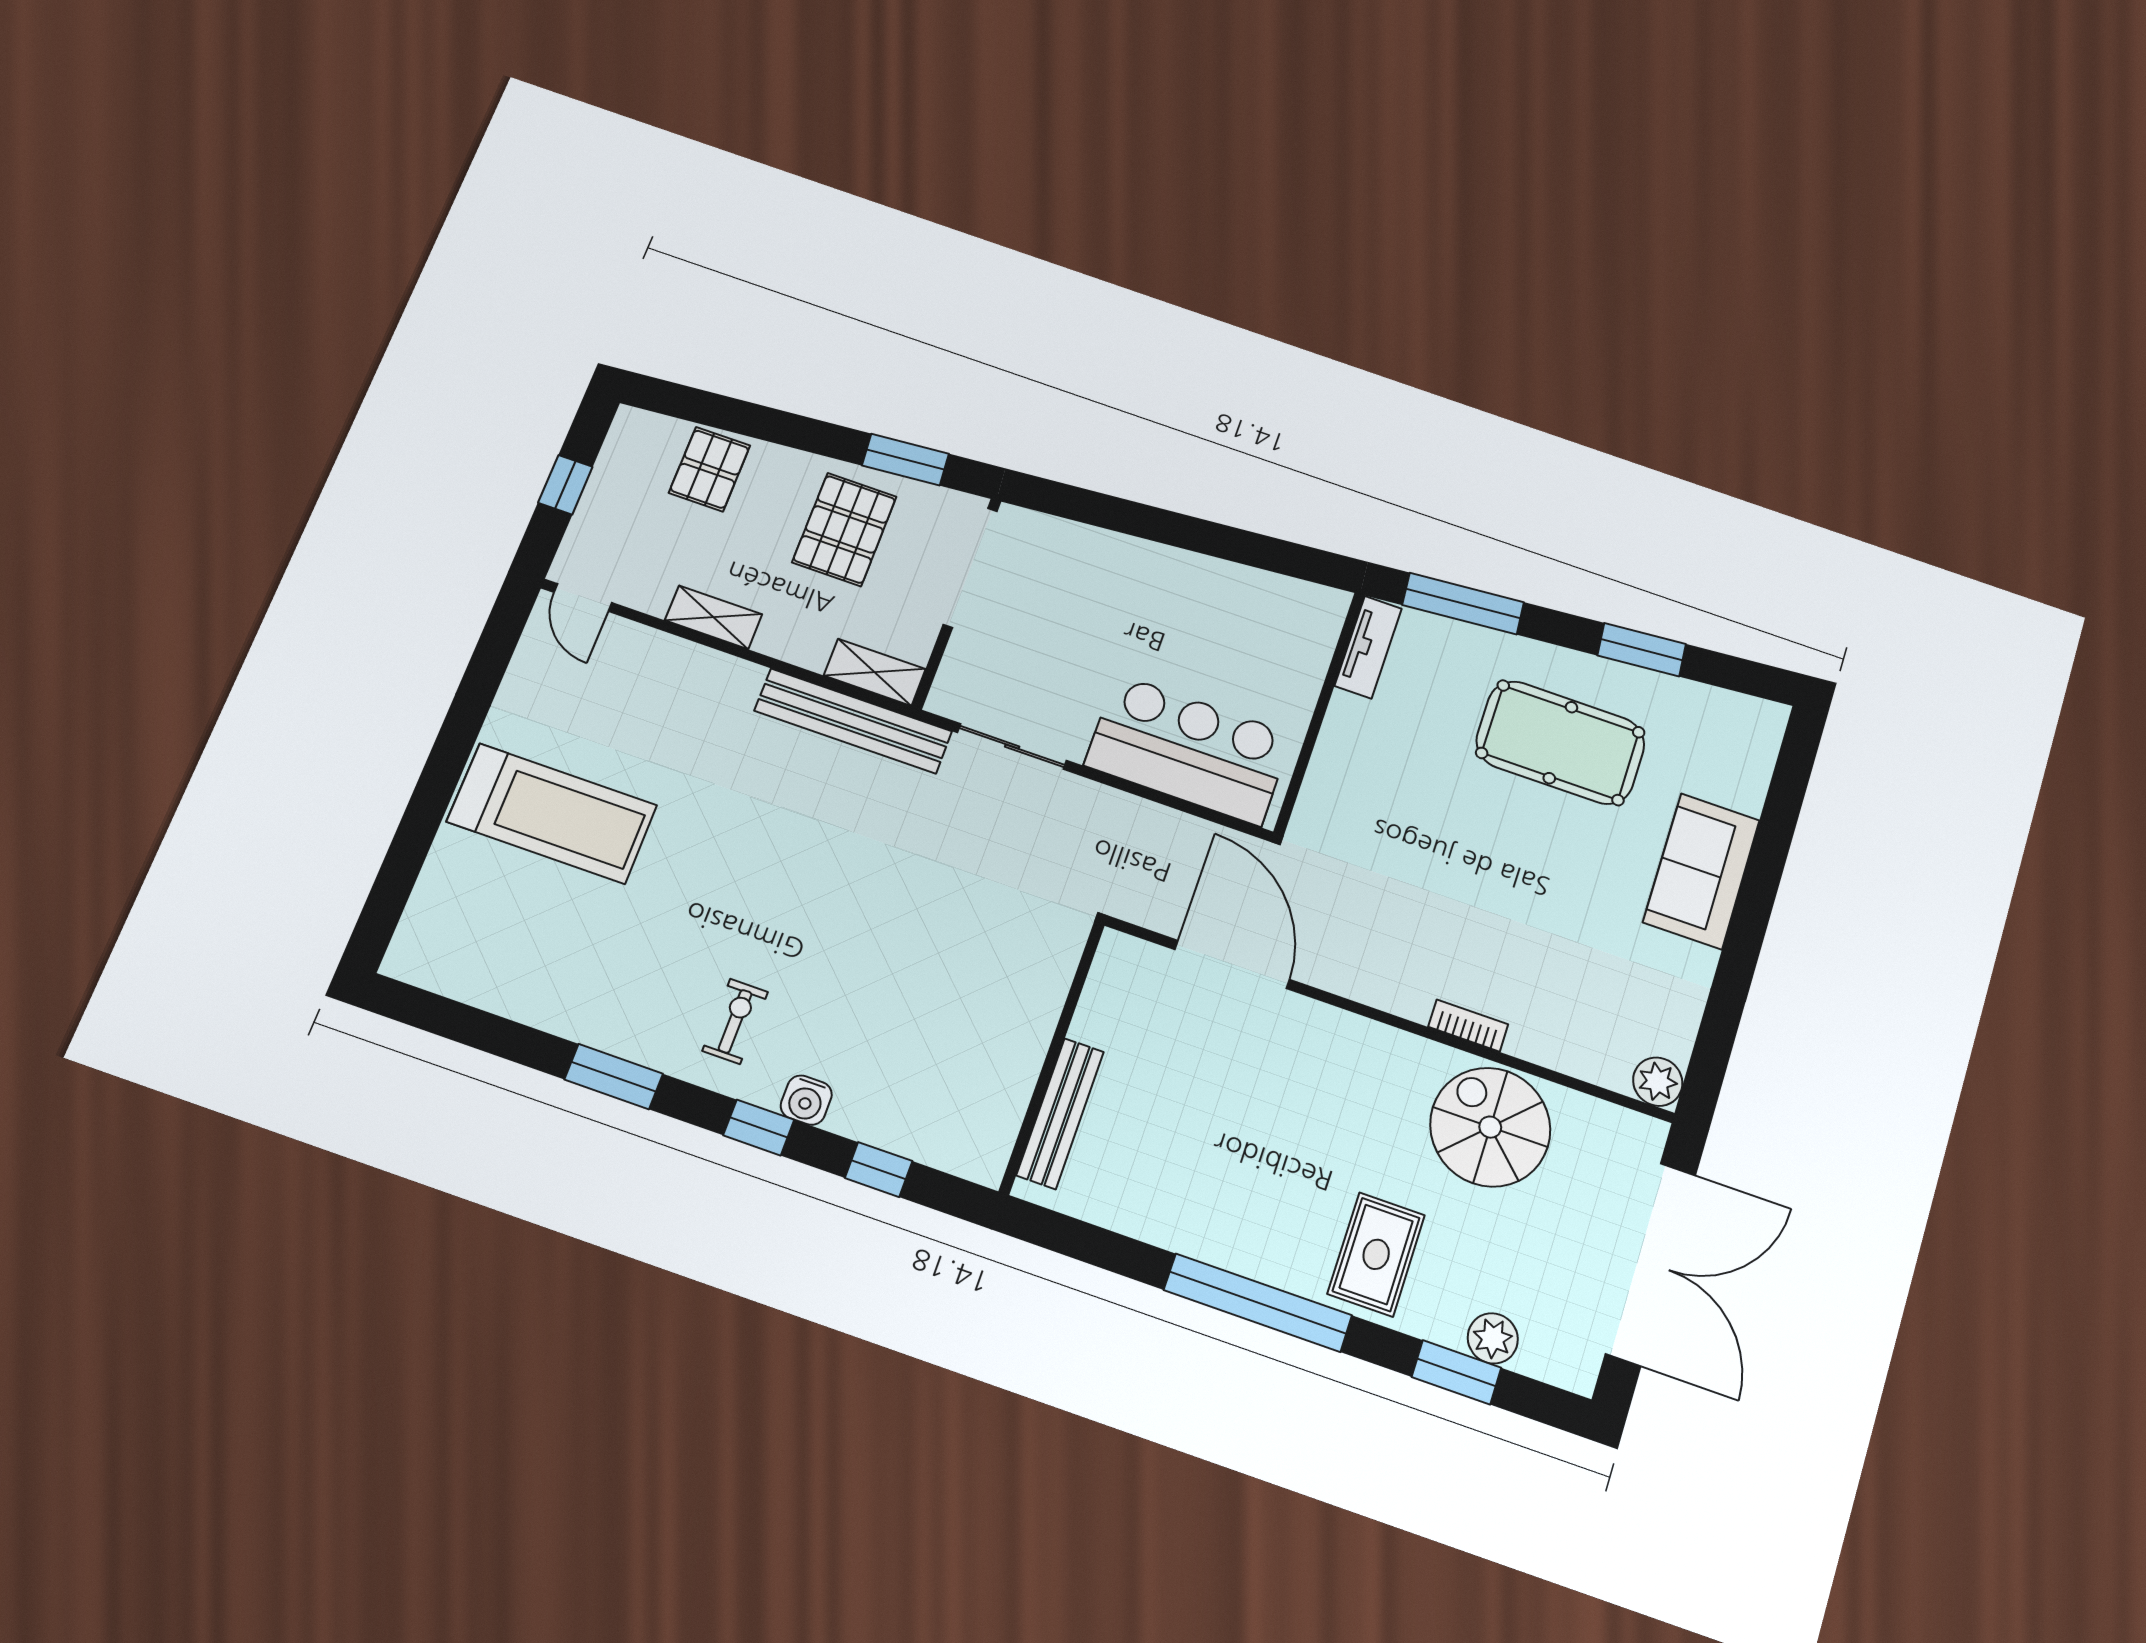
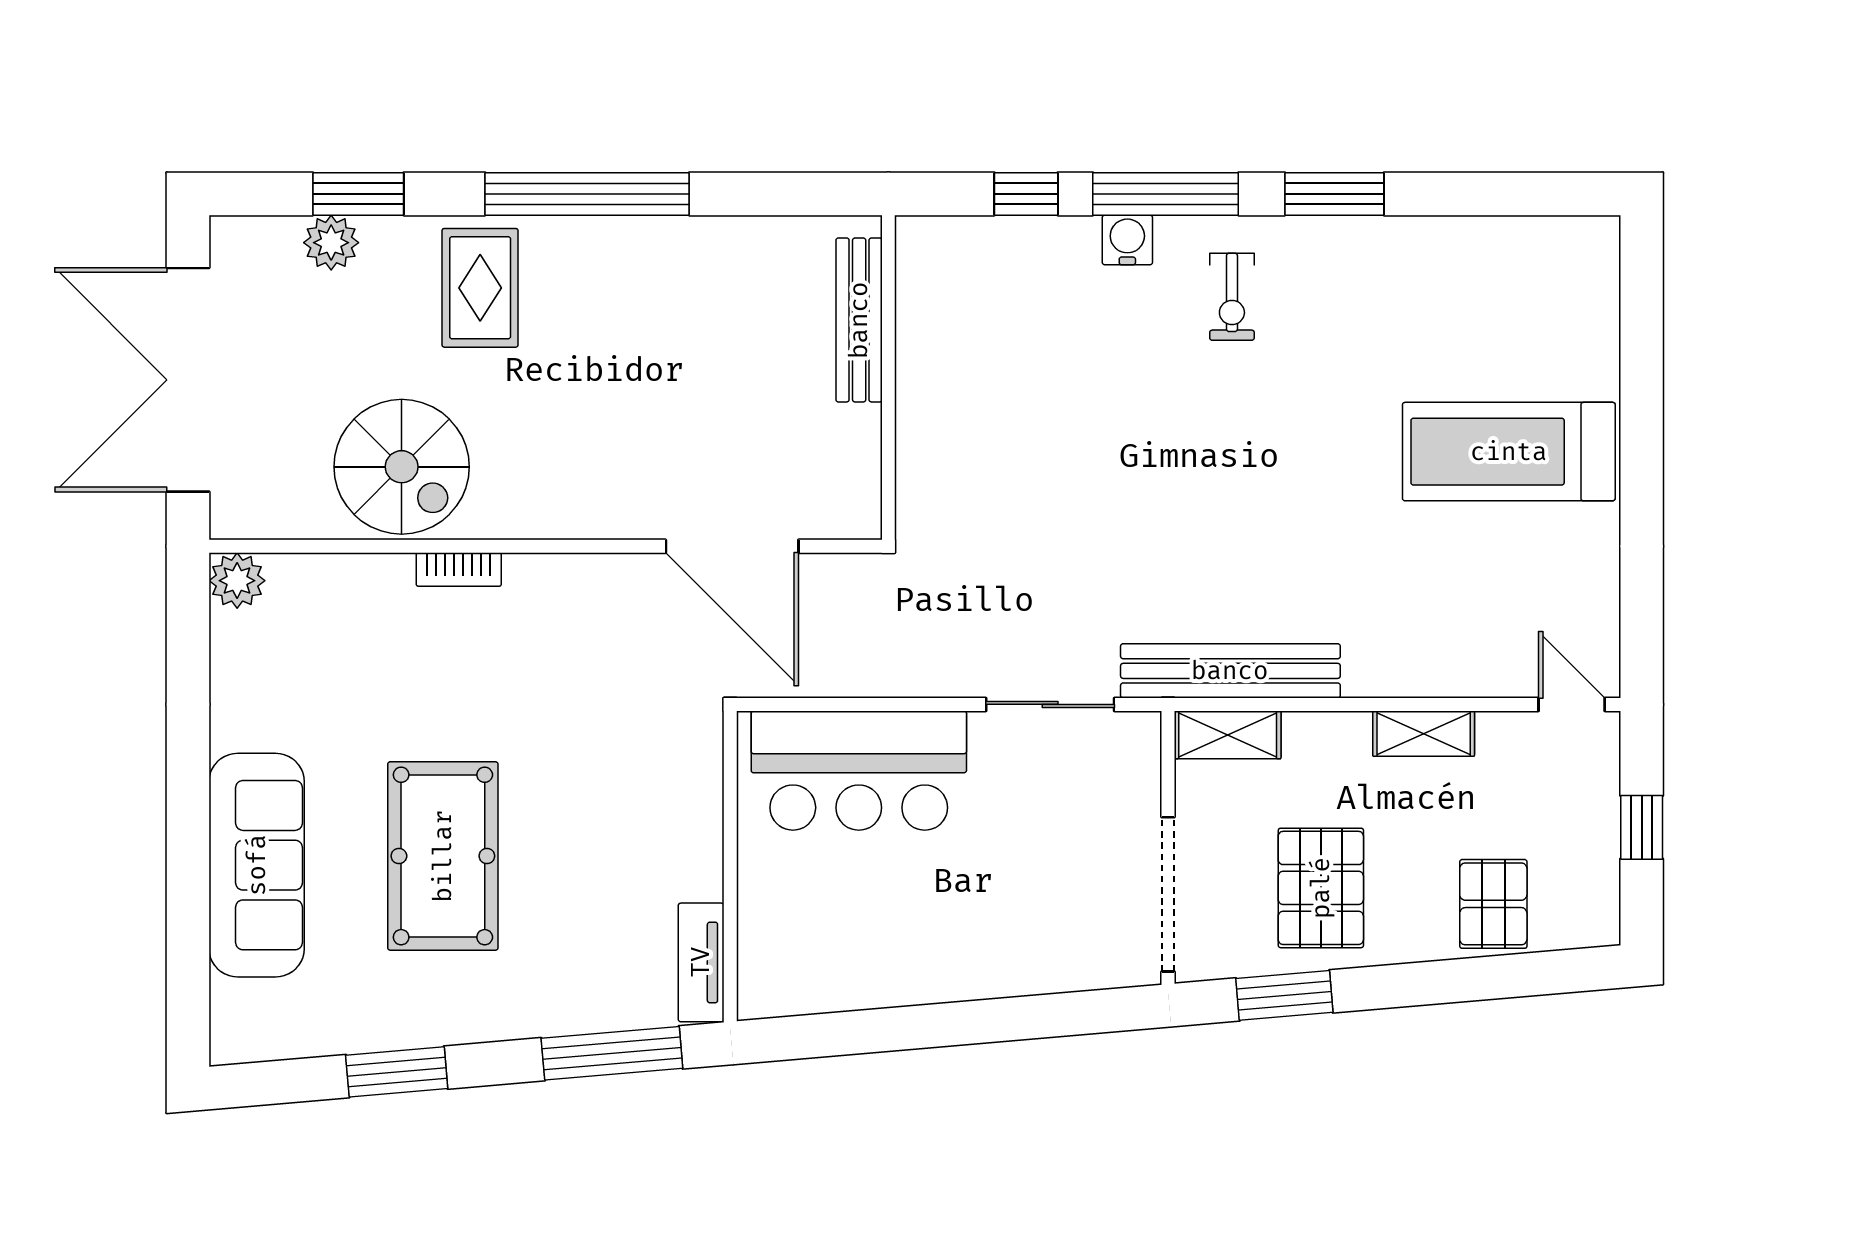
pool table: (1560, 743) -> (443, 856), moved, turned 90
sofa: (1701, 871) -> (257, 865), width x1.36
window: (759, 1127) -> (1166, 194), width x2.17

